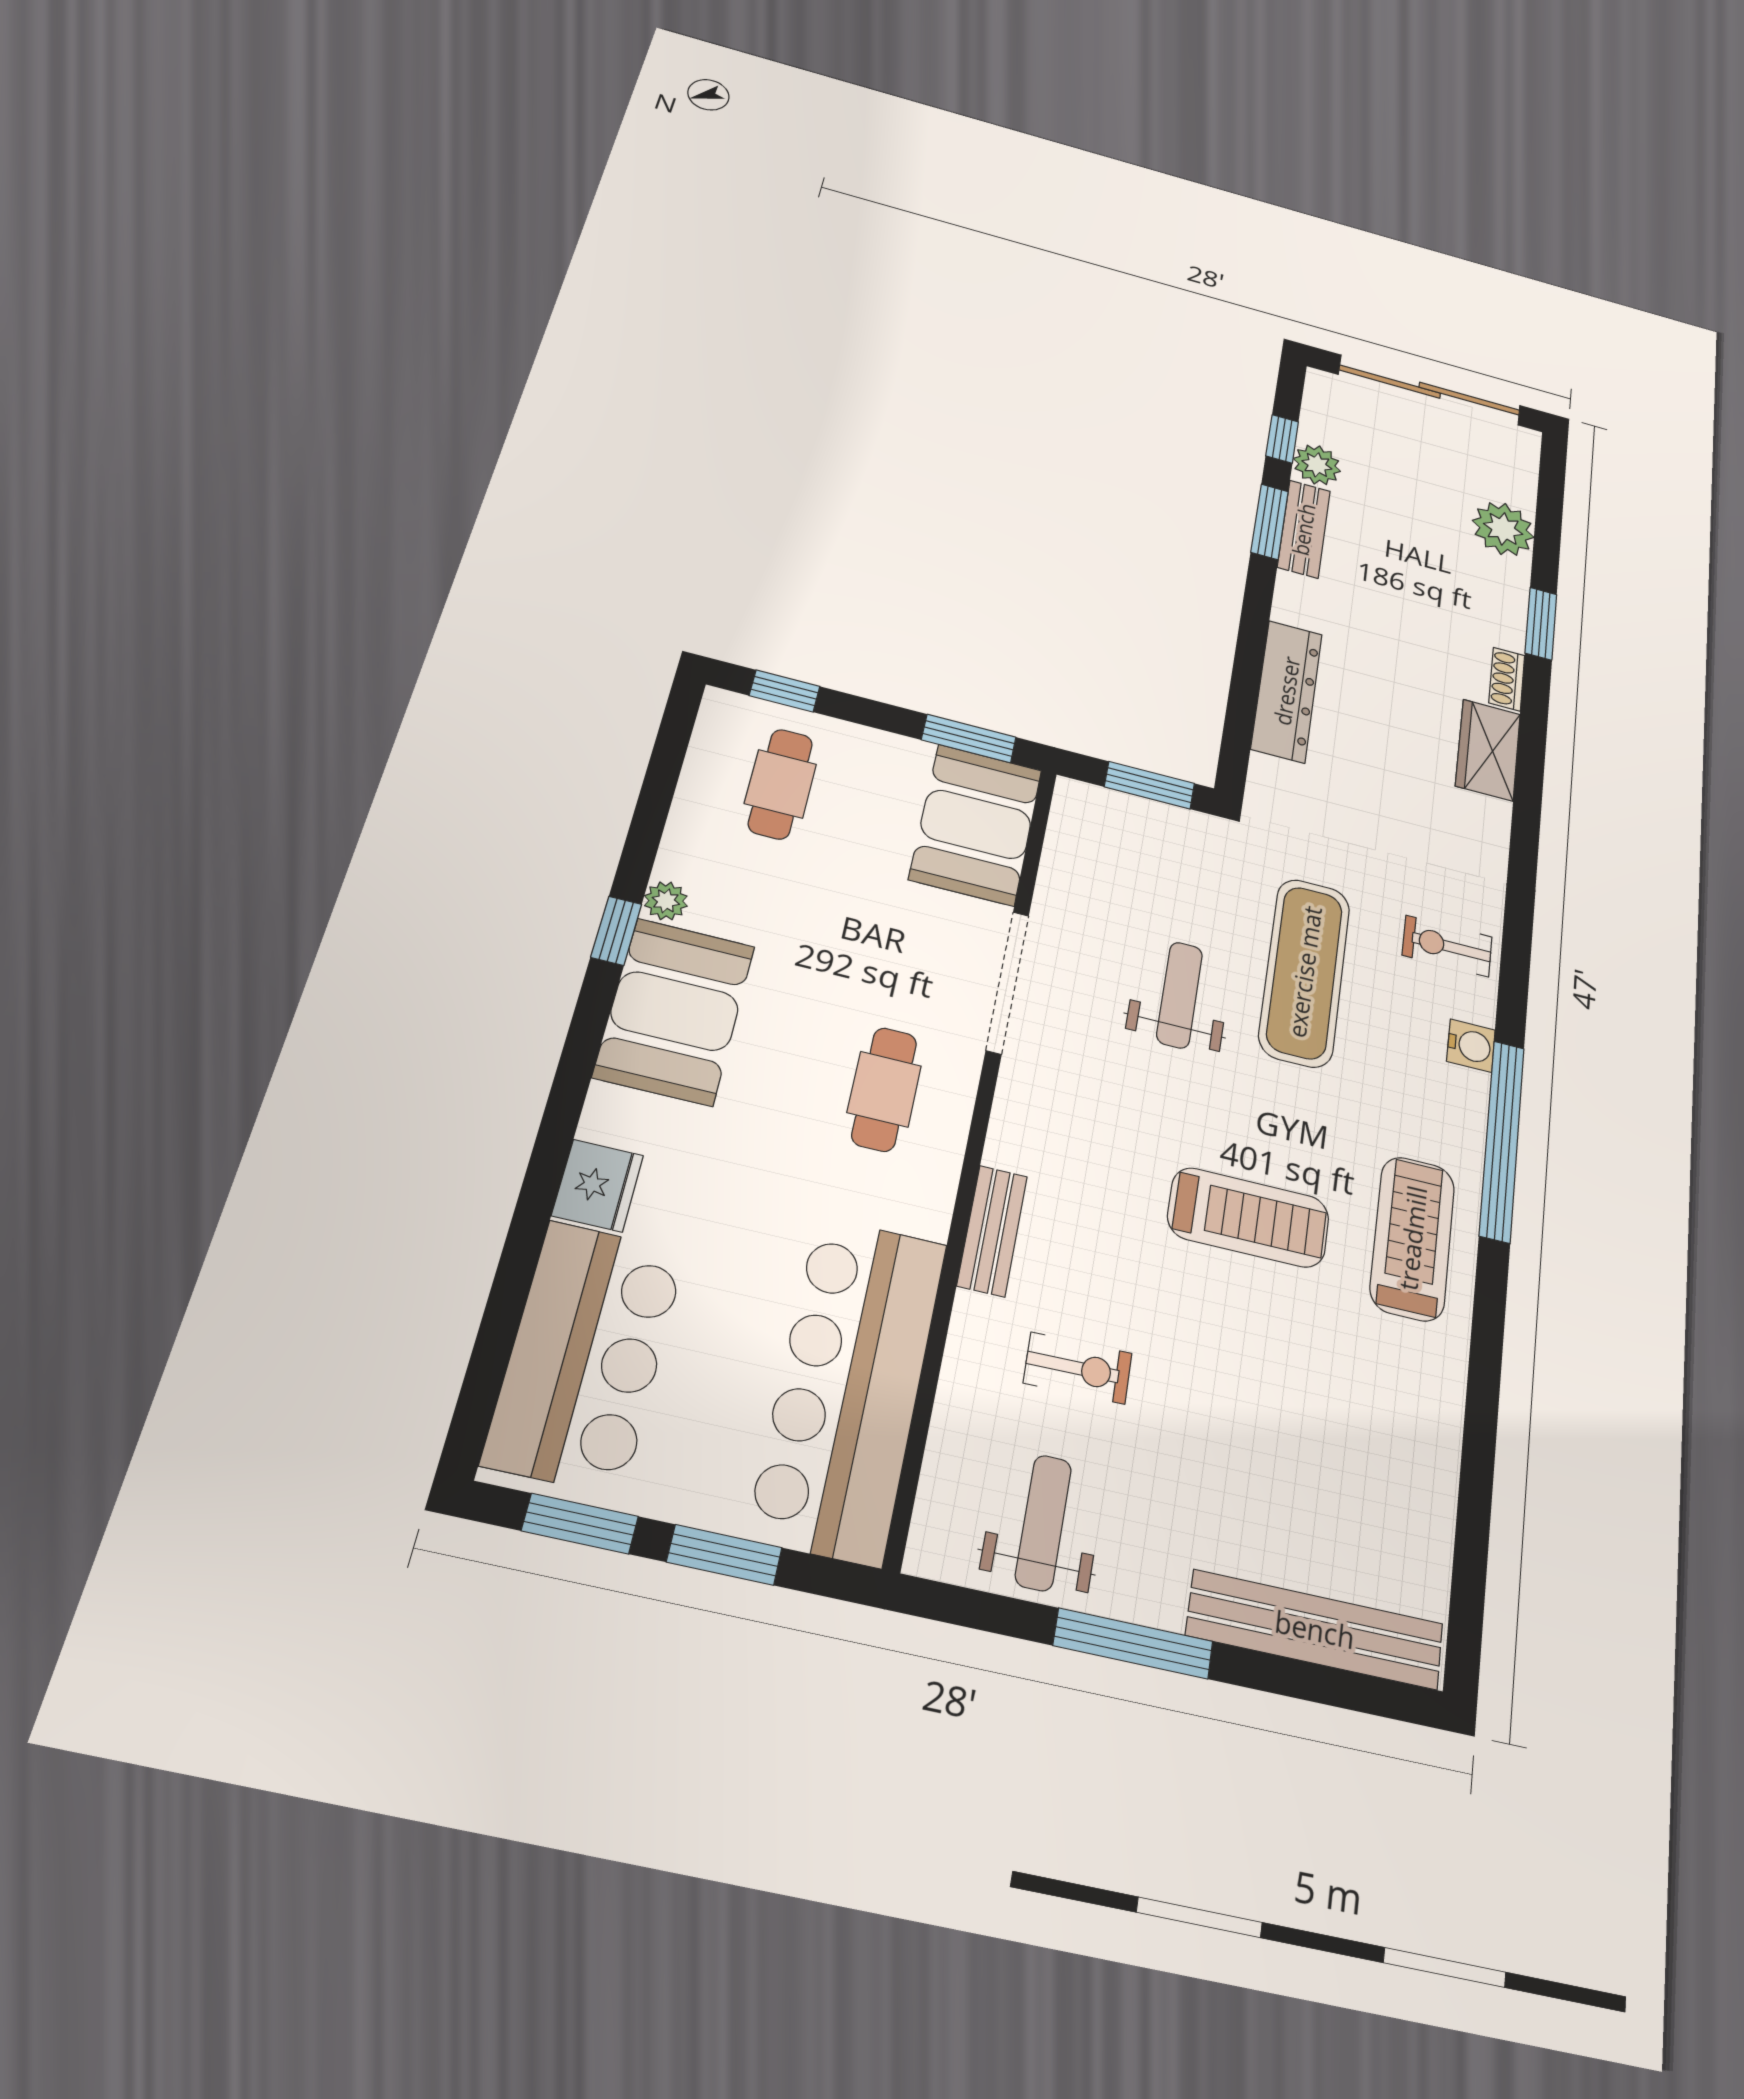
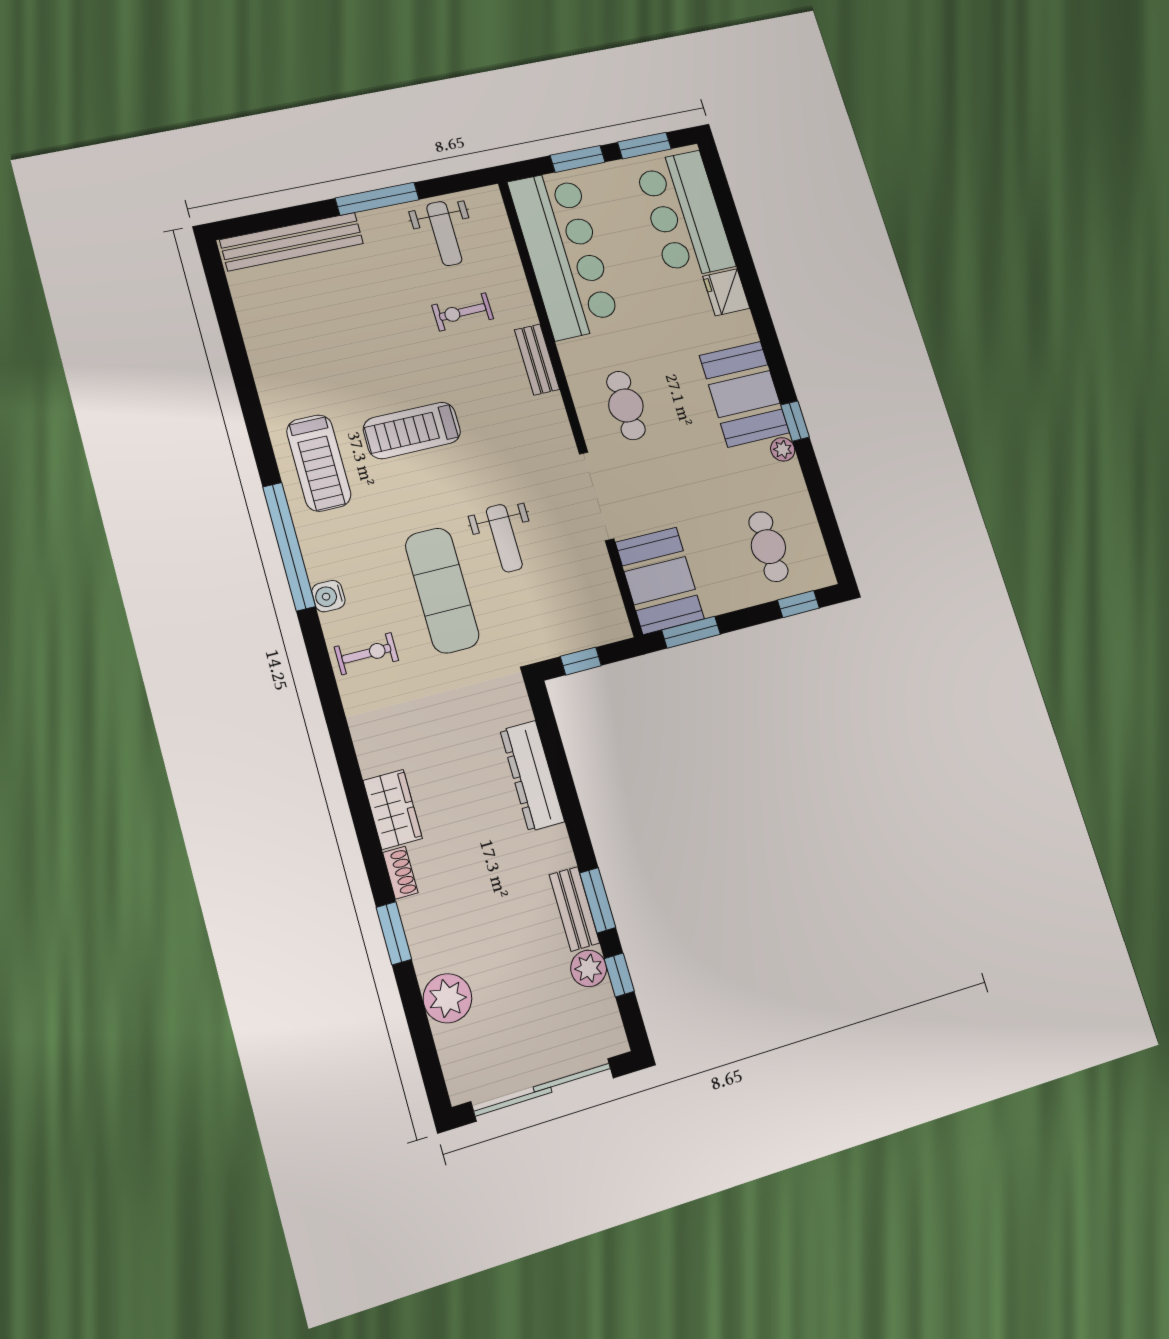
window: (1149, 785) -> (581, 661), width x0.67

